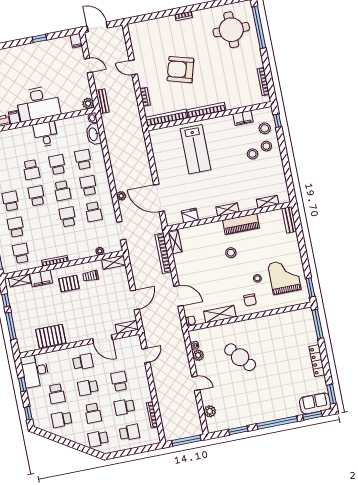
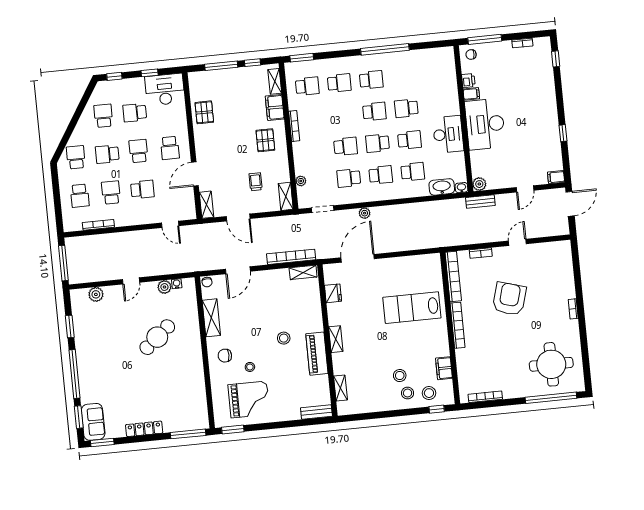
desk: (46, 134) -> (448, 134), width x1.37
trolley: (91, 276) -> (256, 182), moved
pallet: (51, 336) -> (204, 112), width x0.67, depth x0.71

